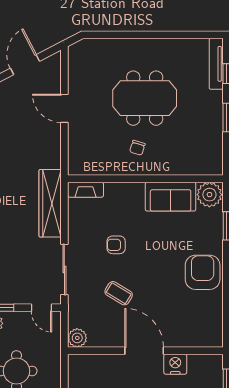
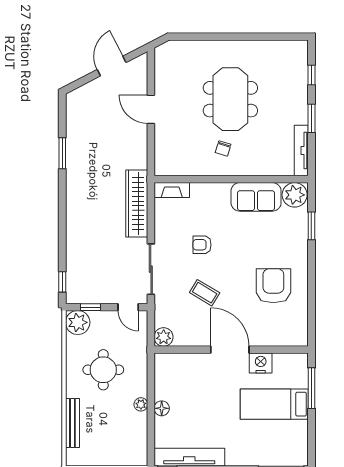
tv unit: (216, 64) -> (301, 150), moved
meeting table: (145, 98) -> (230, 99), turned 90
armchair: (203, 272) -> (273, 286), moved

